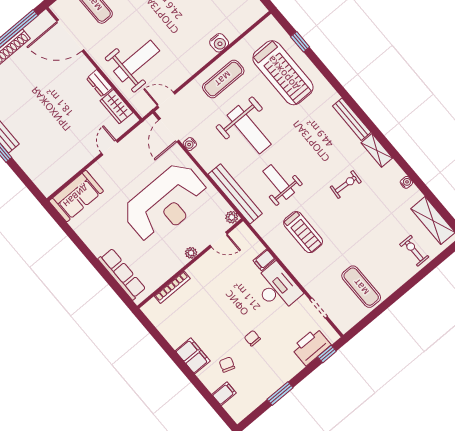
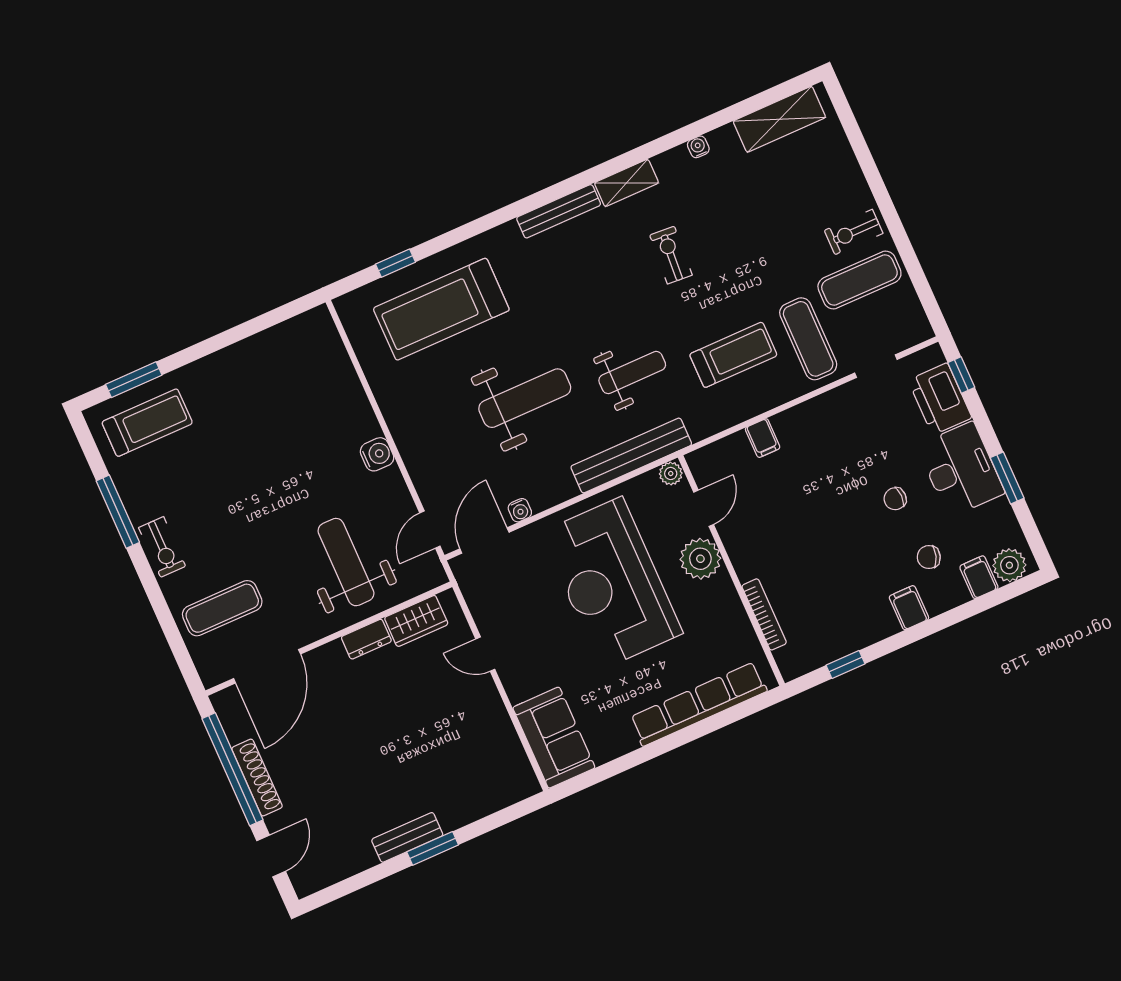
water cooler: (219, 43) -> (377, 454), moved
treadmill: (283, 73) -> (441, 309), turned 180
exercise mat: (223, 79) -> (808, 339), moved
door: (169, 130) -> (484, 540), swing flipped
weight bench: (279, 182) -> (632, 373), turned 180
reception desk: (166, 203) -> (612, 583), turned 180
exercise bike: (414, 251) -> (854, 232), moved
plant: (191, 253) -> (700, 559), width x1.88, depth x1.88
row of seats: (122, 274) -> (698, 704), width x1.36
desk: (277, 288) -> (961, 469), moved, turned 90
window: (158, 337) -> (846, 665), added
filing cabinet: (193, 356) -> (909, 608), width x0.50
plant: (235, 408) -> (1009, 565), added

